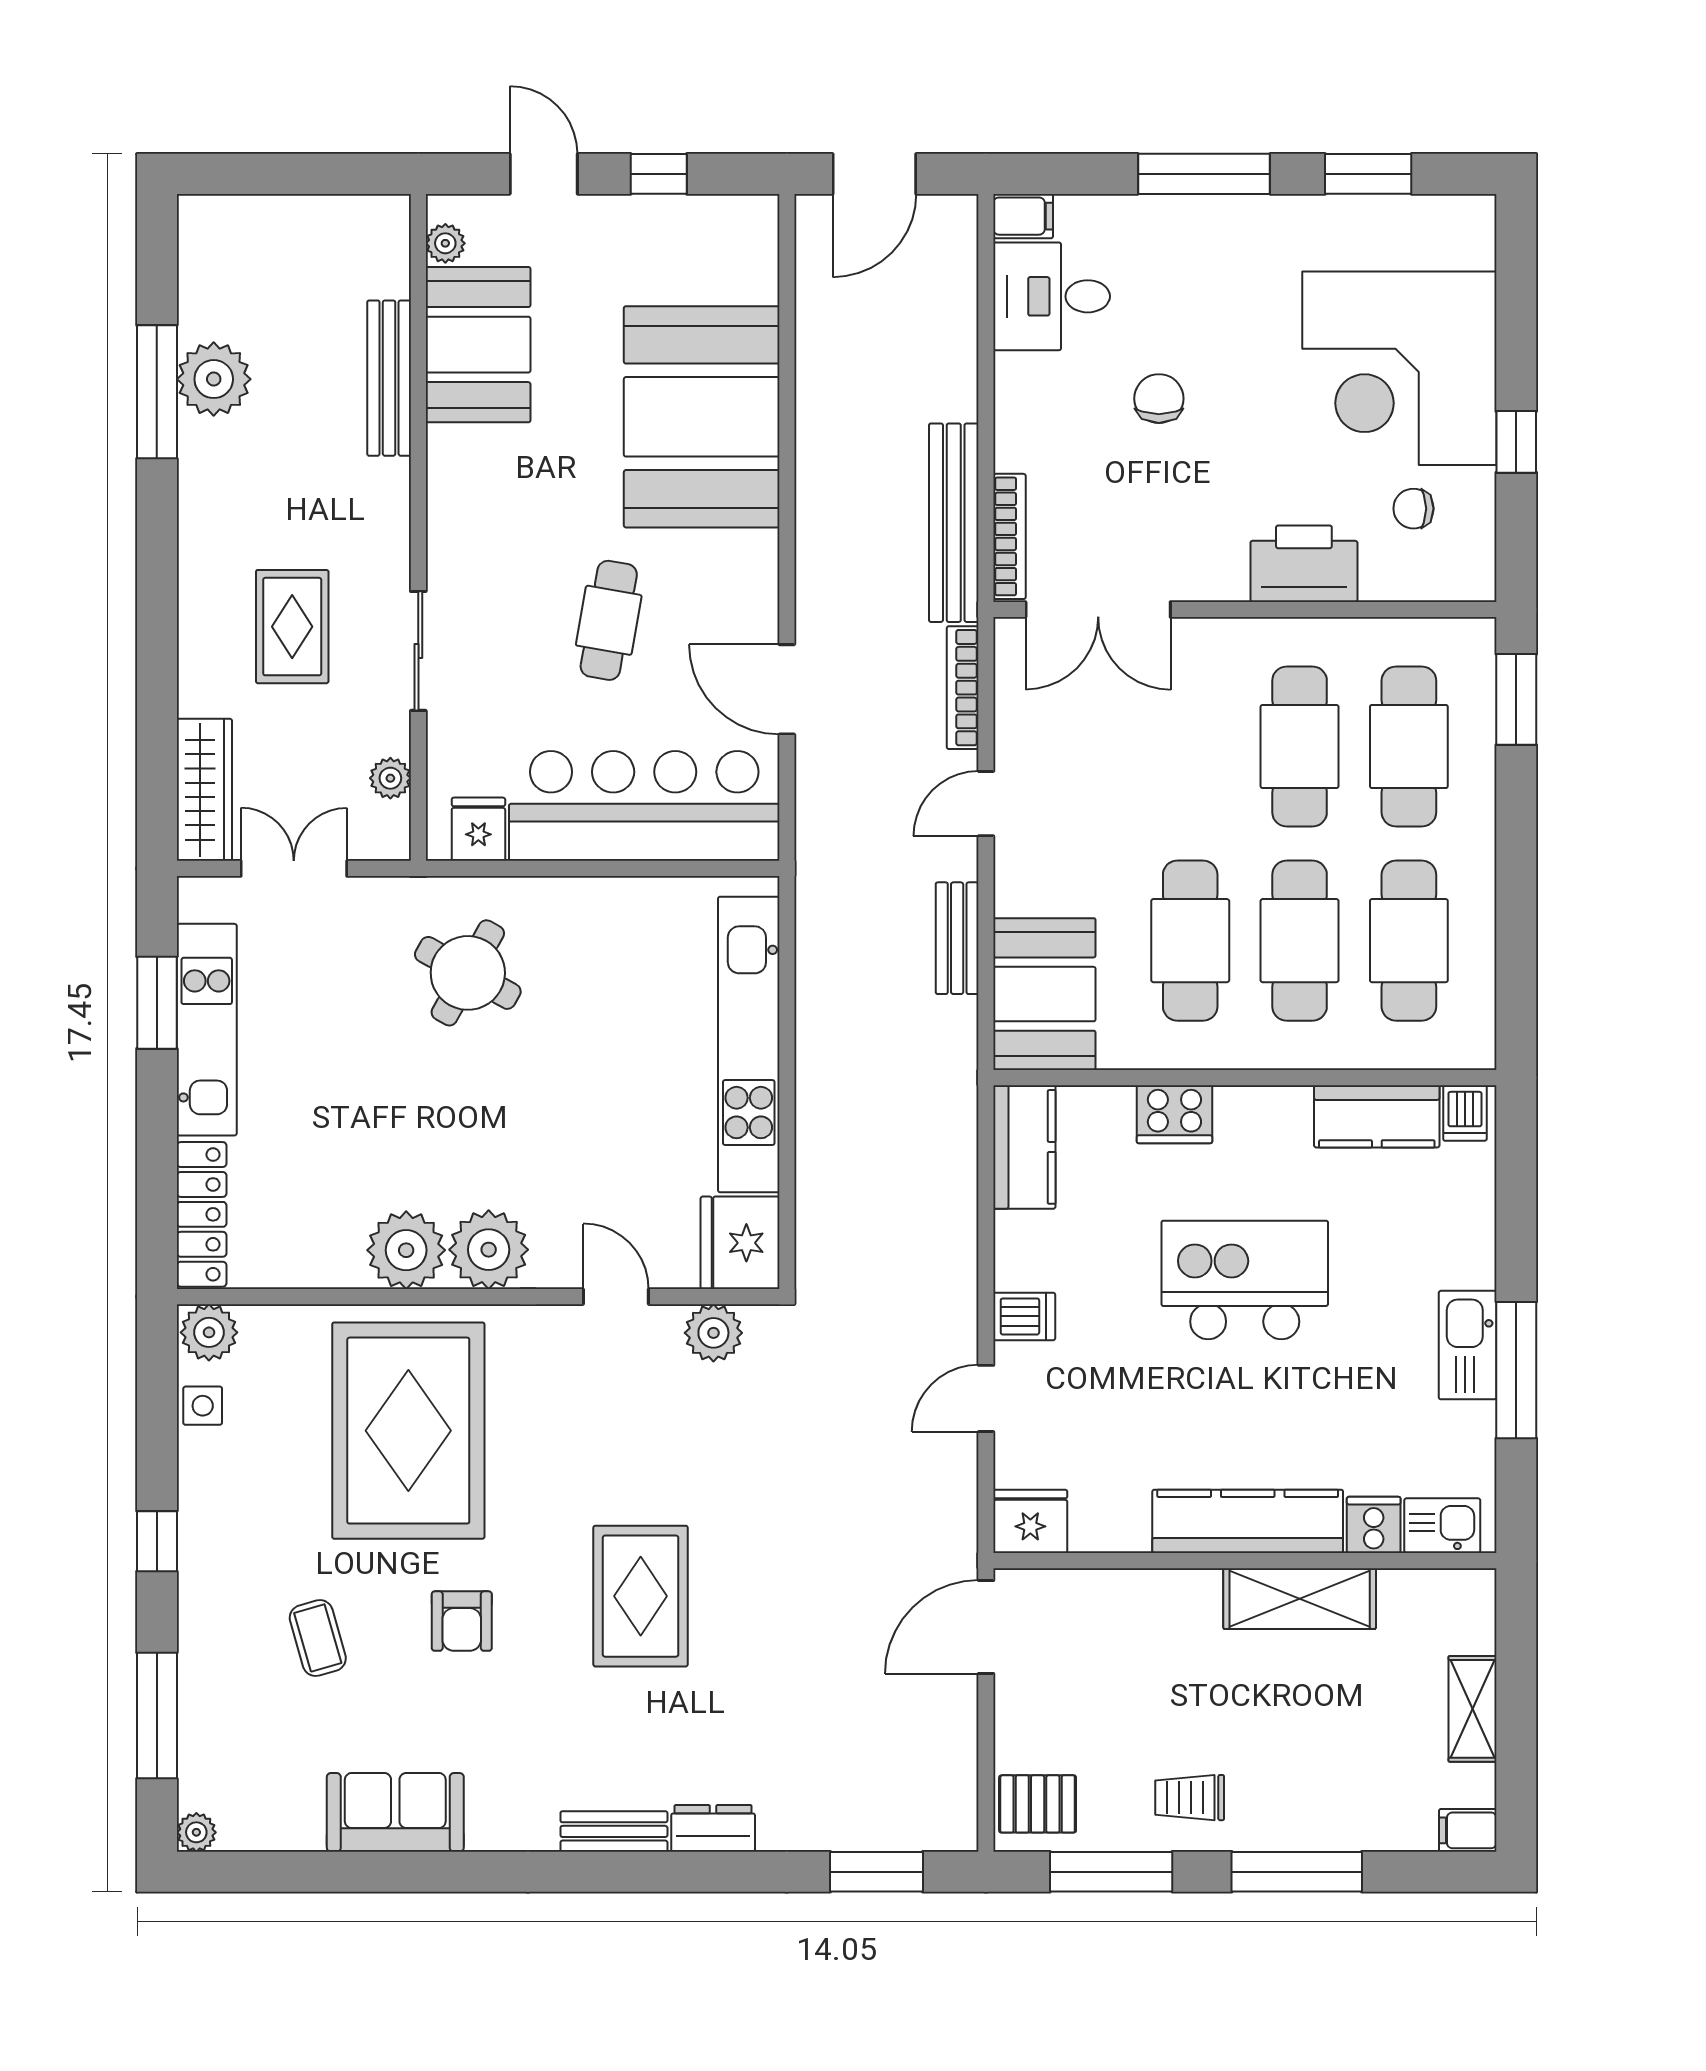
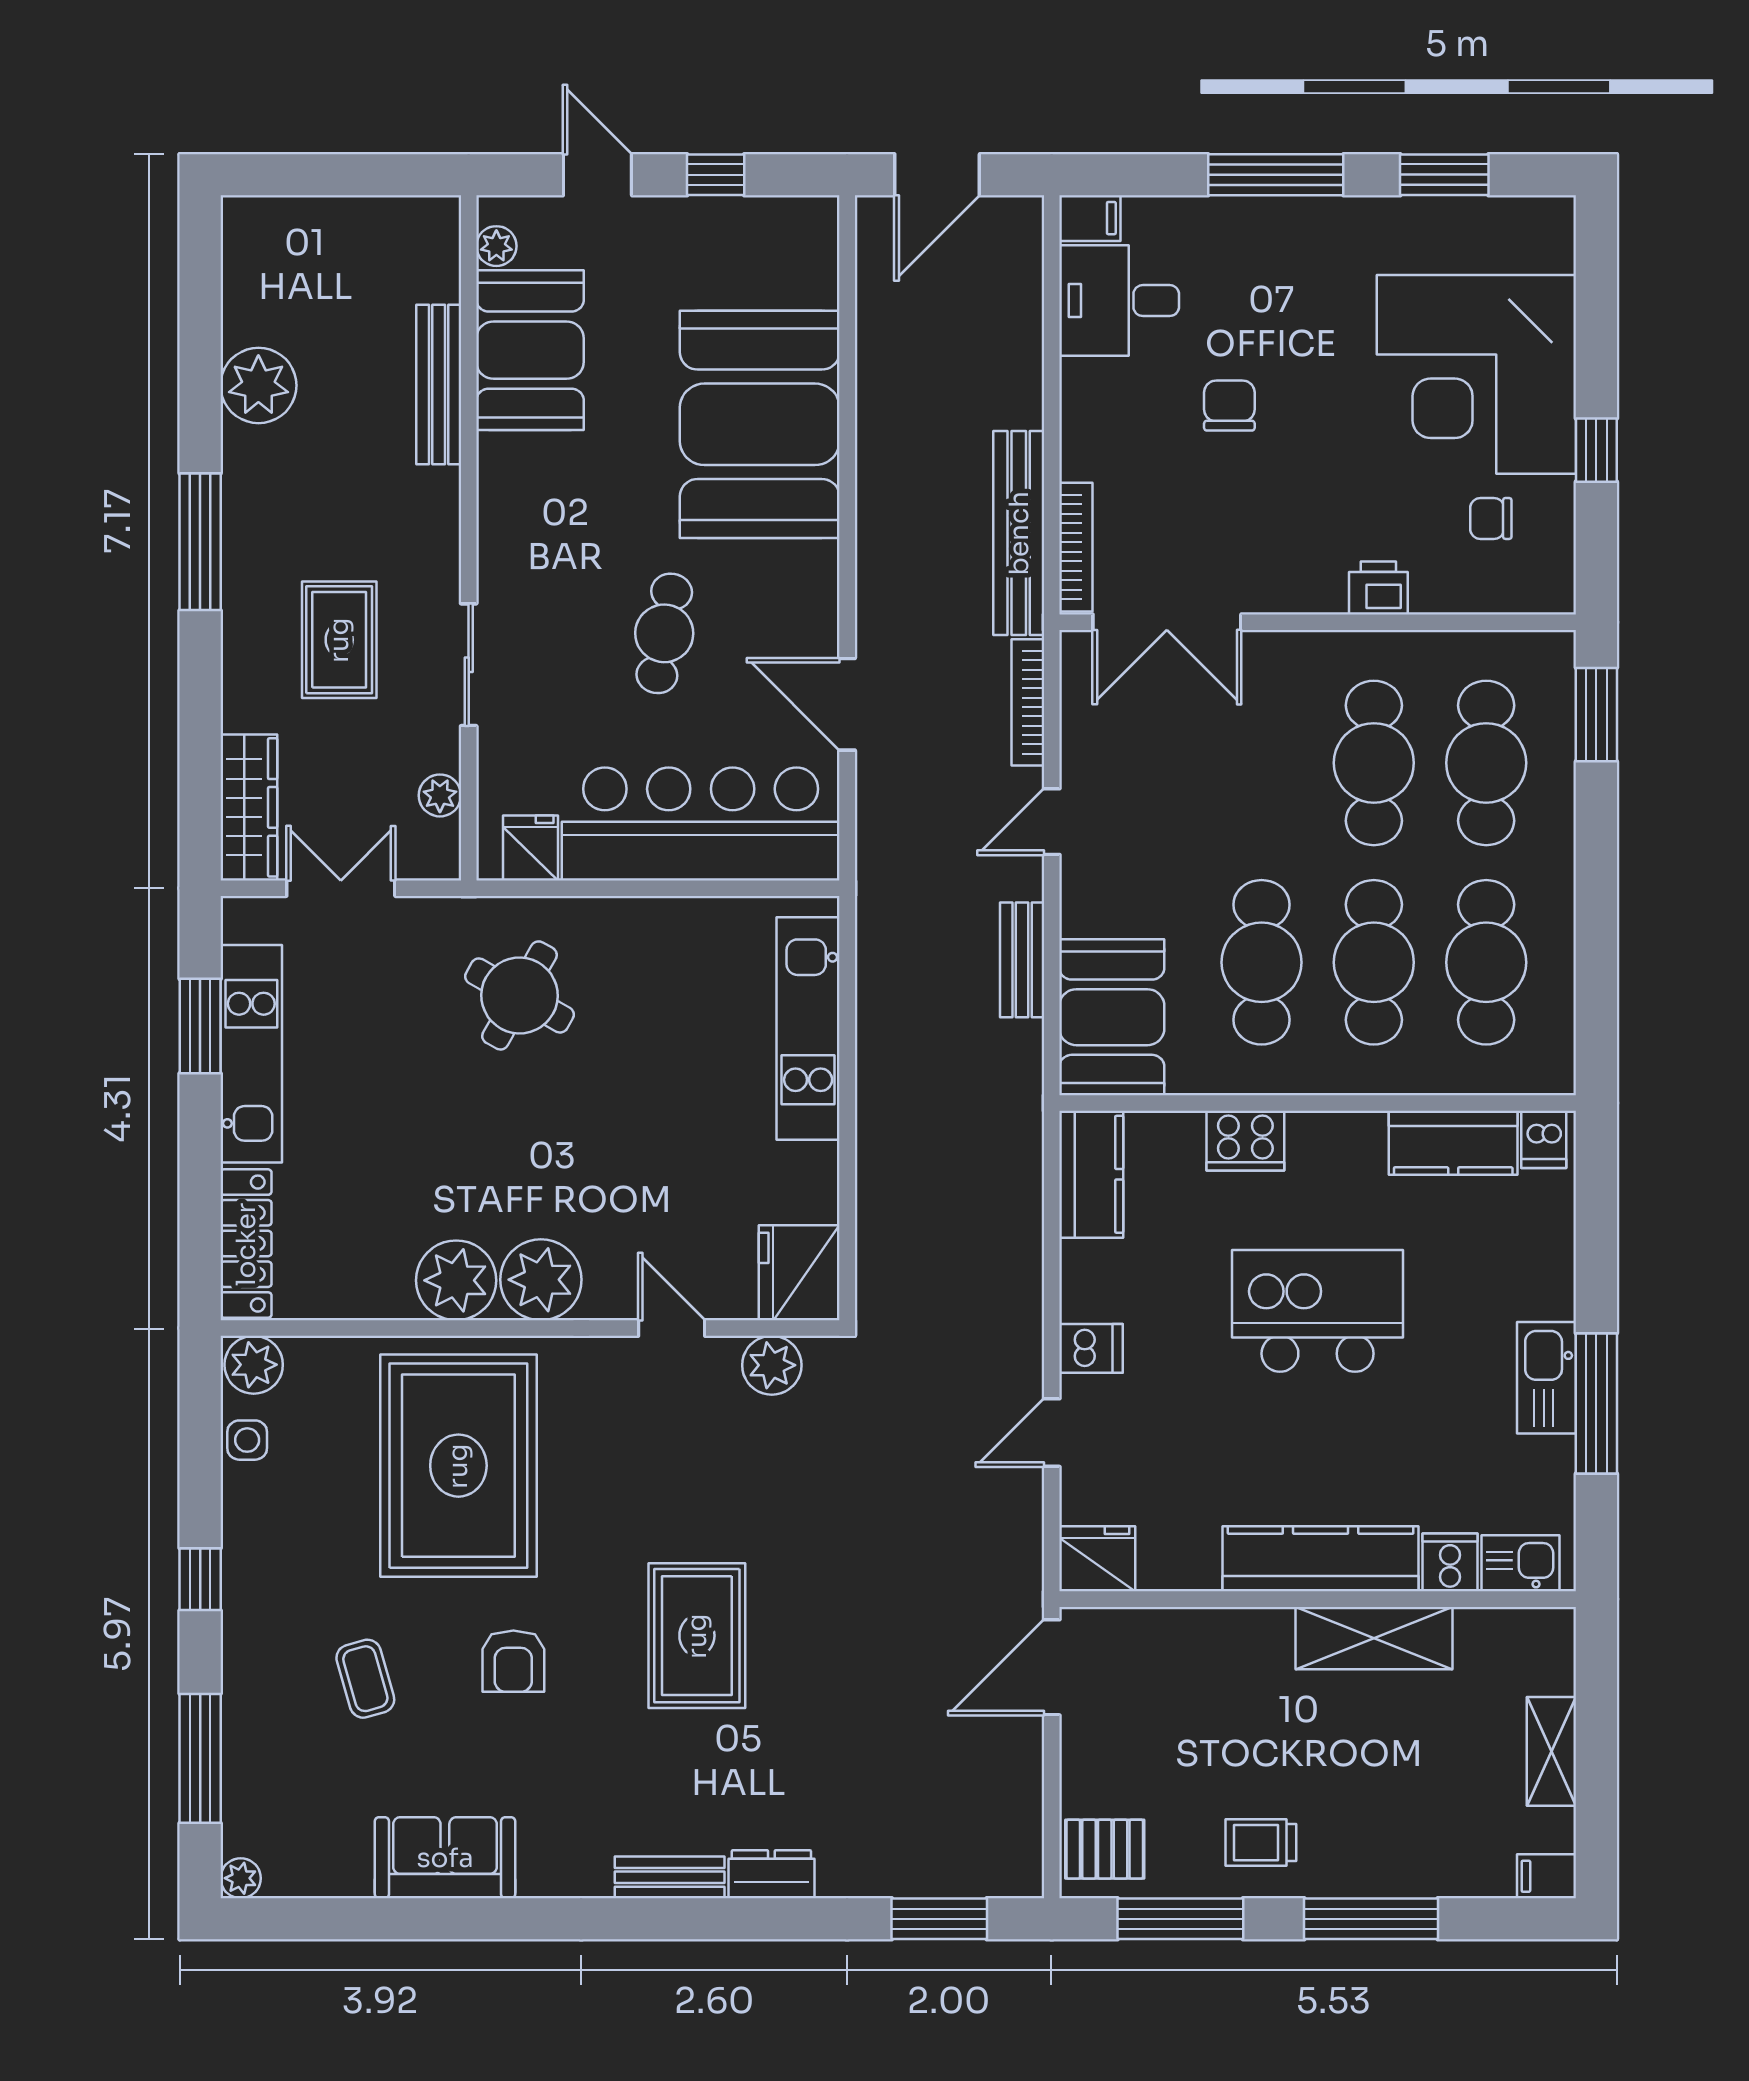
window: (157, 392) -> (200, 542), moved
printer: (1304, 564) -> (1378, 588), width x0.53, depth x0.68
kitchen unit: (749, 1044) -> (808, 1028), width x0.73

